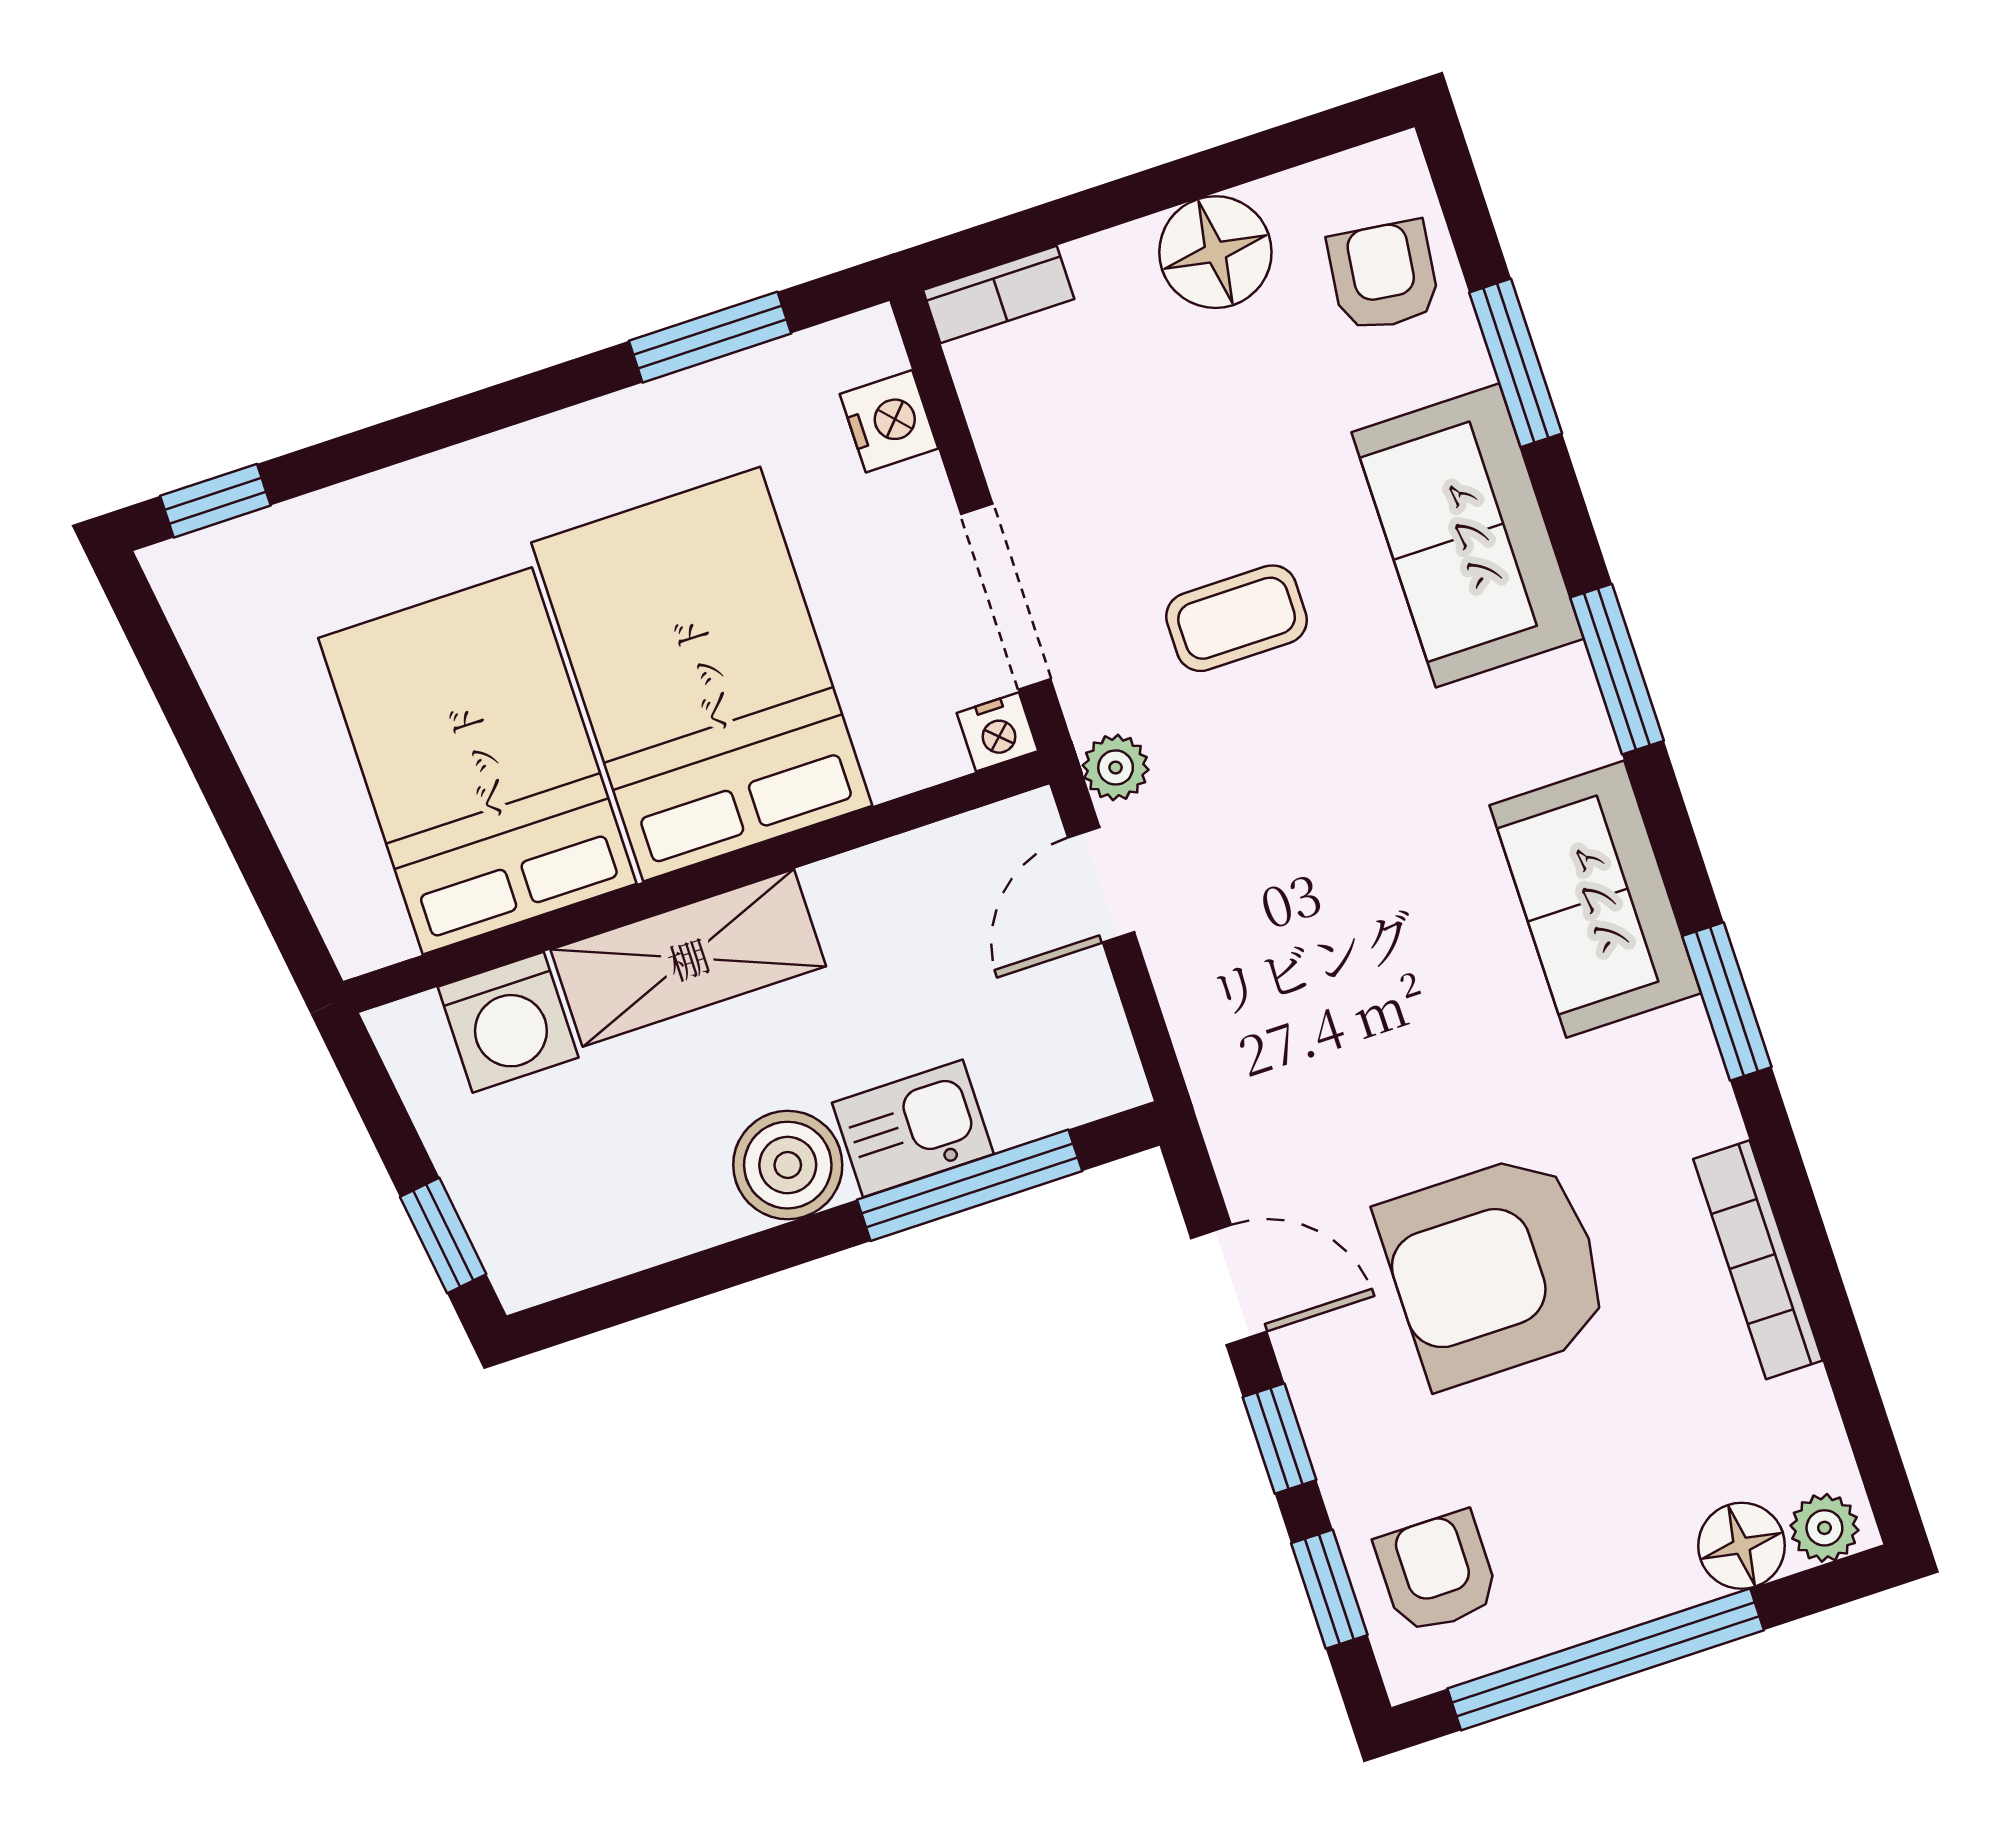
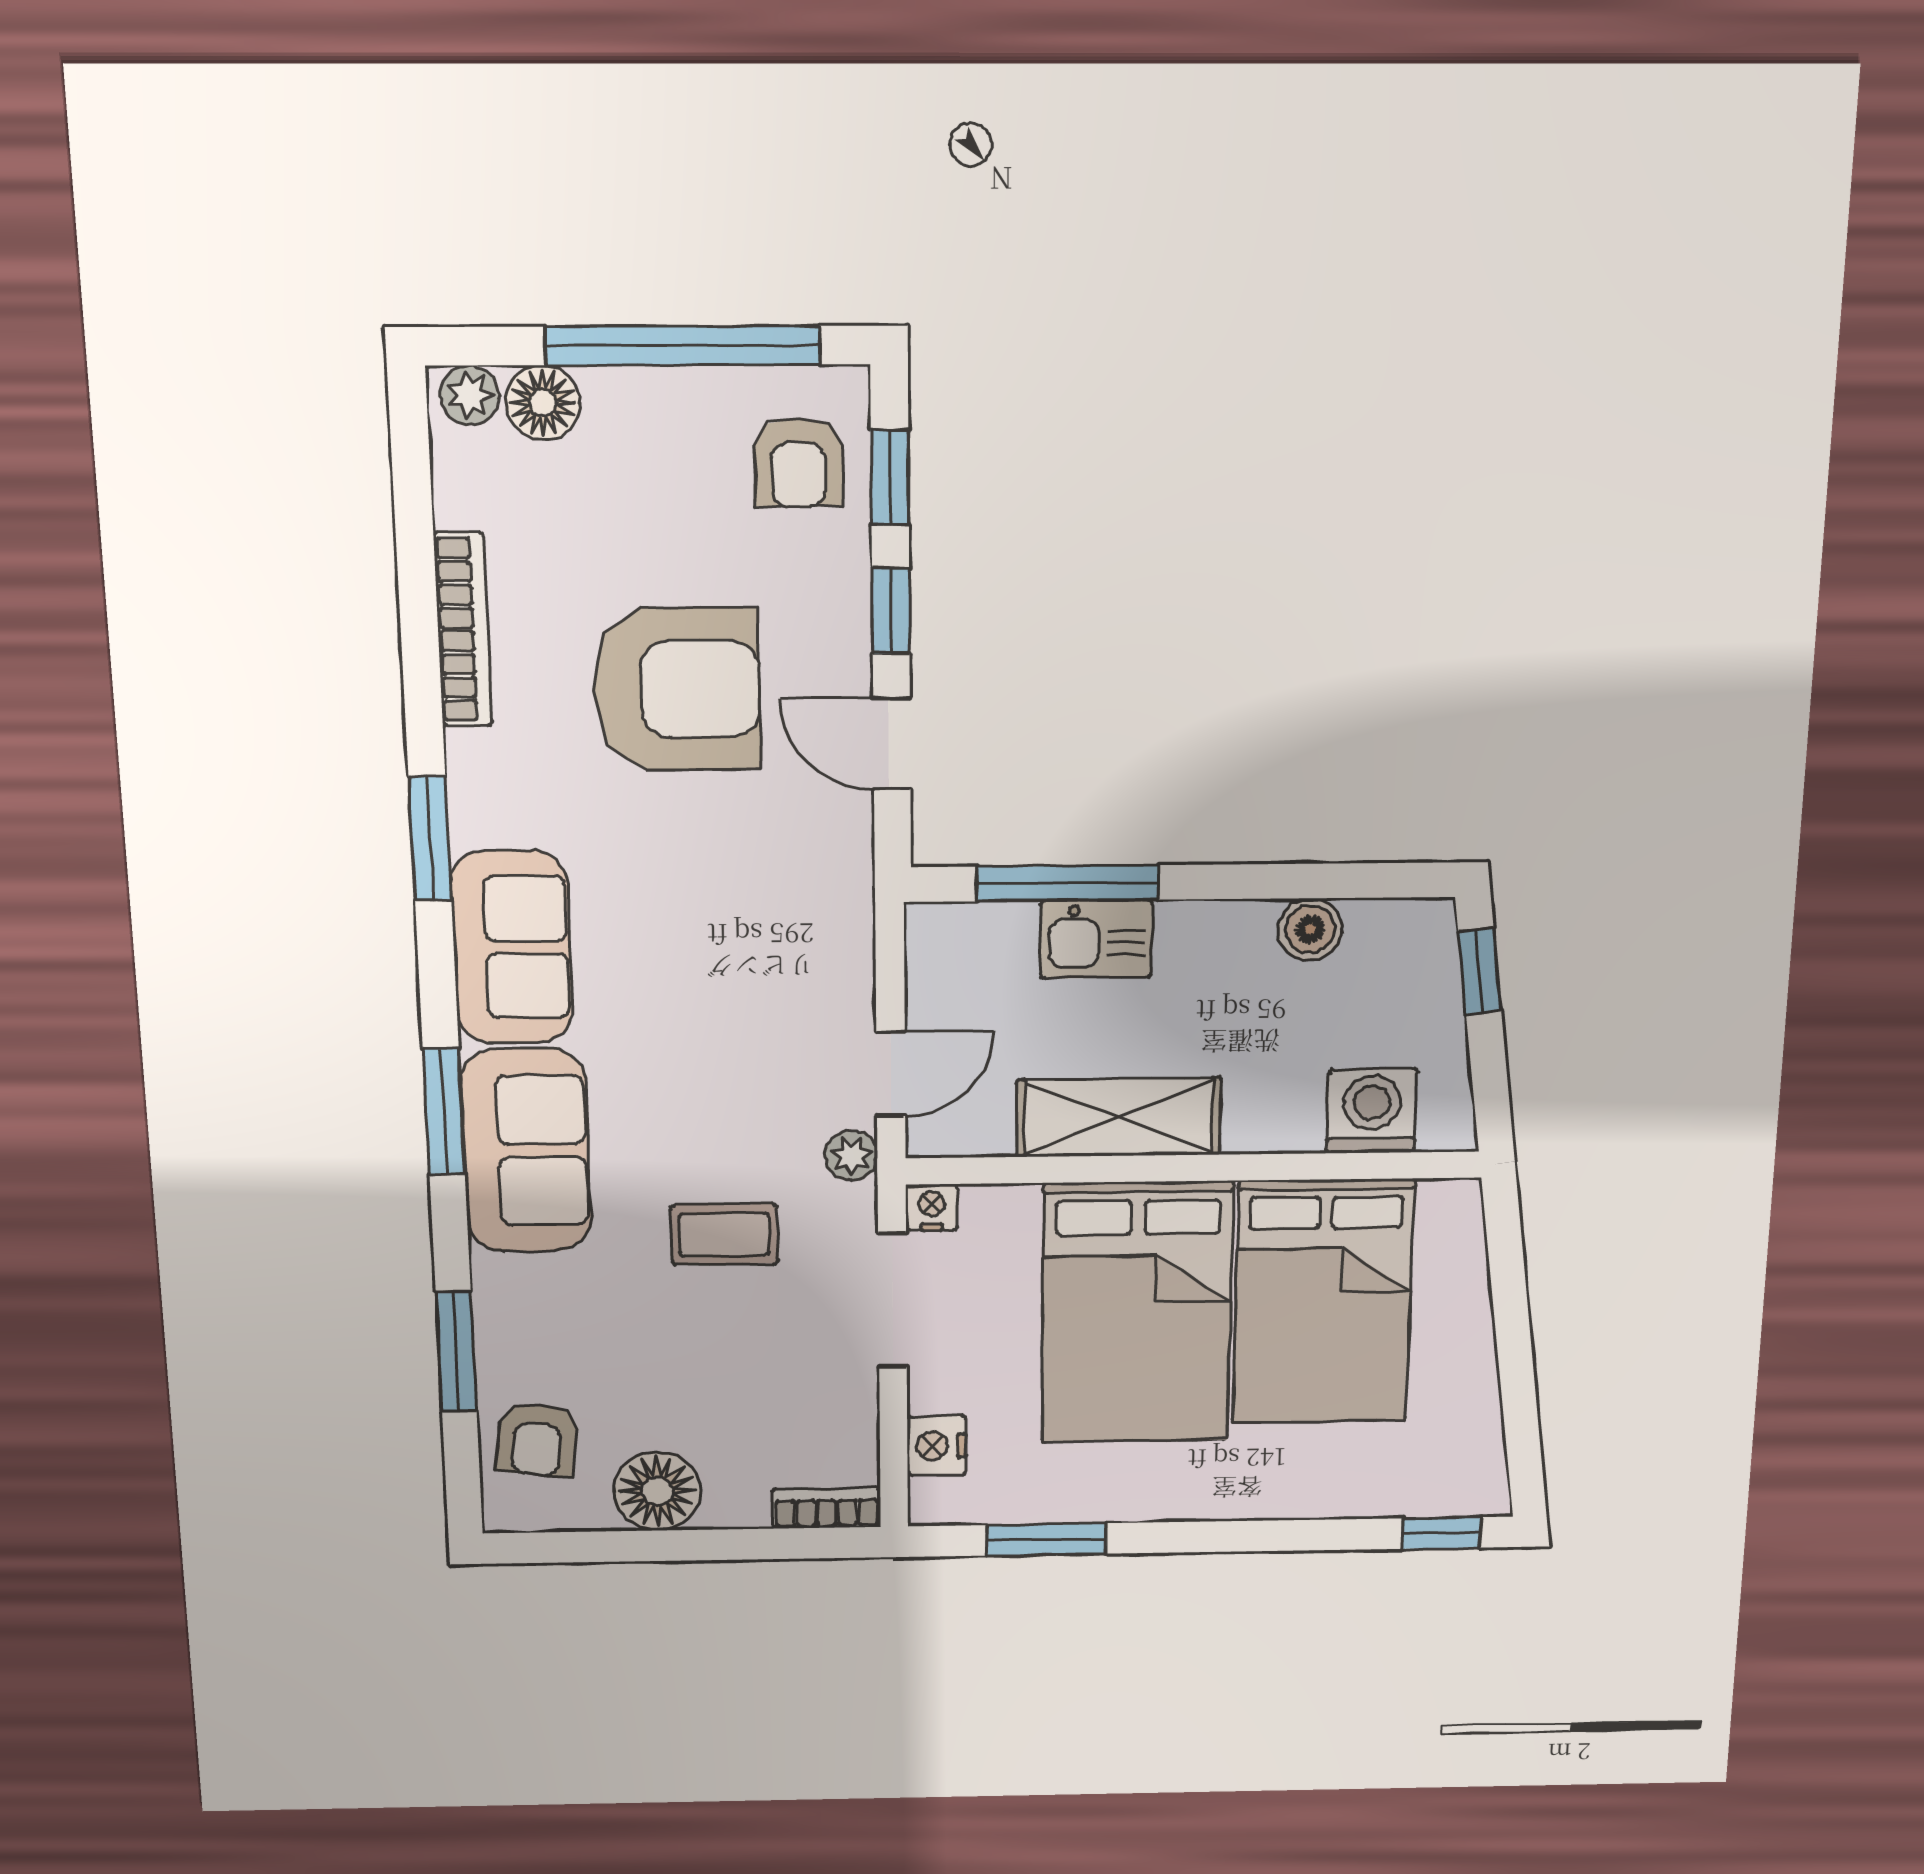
sofa: (1468, 535) -> (526, 1151), moved
shelving: (688, 958) -> (1119, 1117), moved
boiler: (788, 1165) -> (1310, 929), moved, width x0.73, depth x0.73

